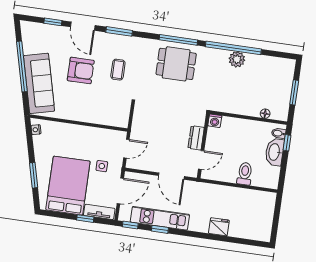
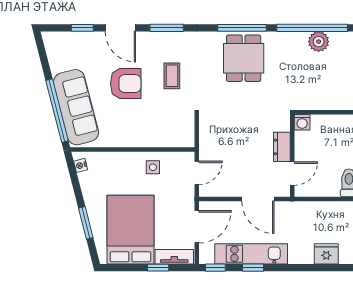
dining table: (176, 64) -> (244, 58), turned 90
window: (22, 66) -> (57, 111), moved
side table: (102, 166) -> (153, 167), moved

